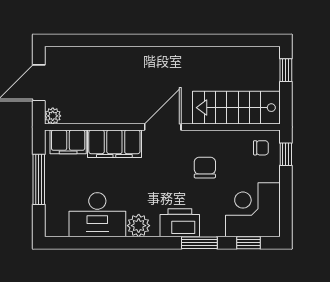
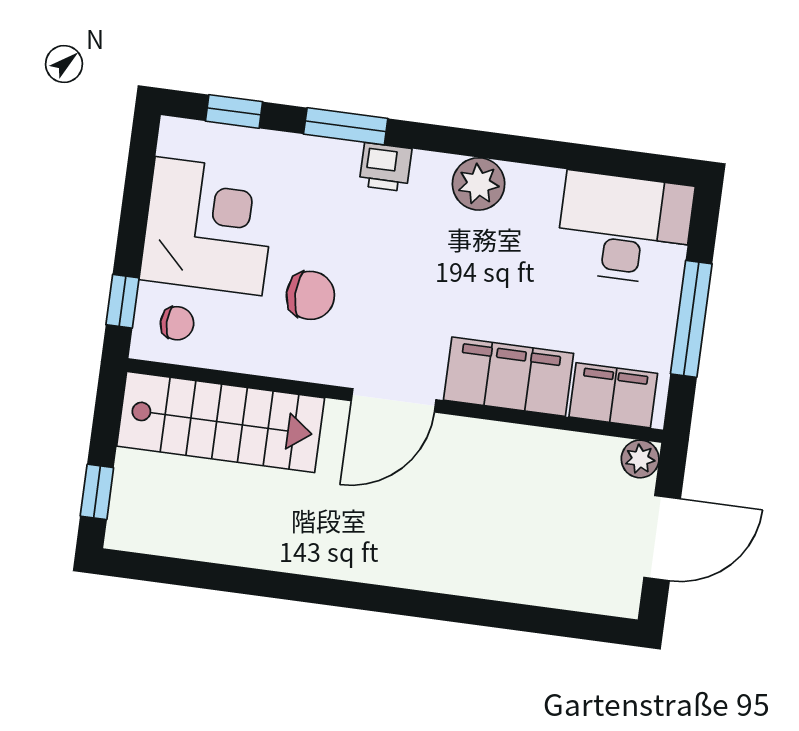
chair: (261, 148) -> (177, 323), turned 180
chair: (205, 168) -> (310, 295), turned -90
corner desk: (253, 210) -> (209, 226), moved, turned -90
desk: (97, 215) -> (625, 228), moved
printer: (180, 223) -> (385, 167), width x0.53, depth x0.68

